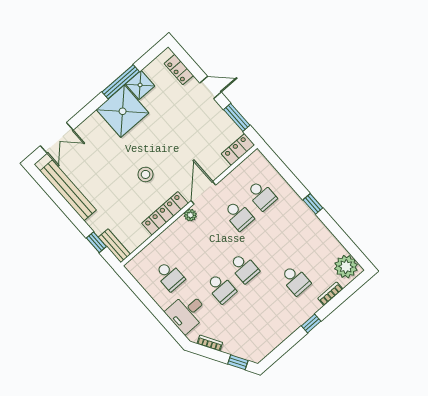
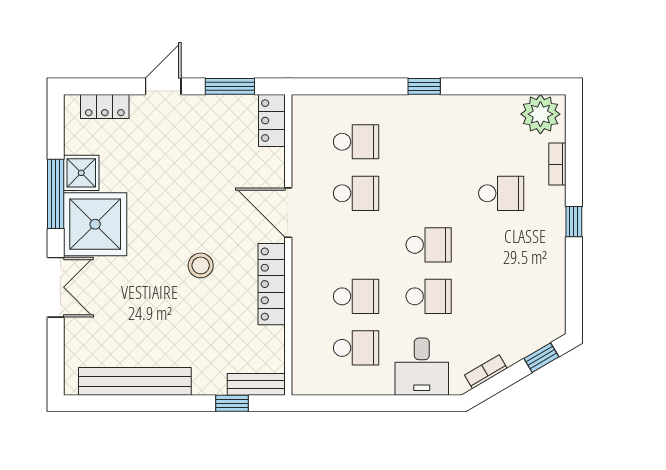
double door: (57, 138) -> (56, 287), moved
plant: (190, 215) -> (302, 254), removed
school desk: (193, 256) -> (356, 296), added

